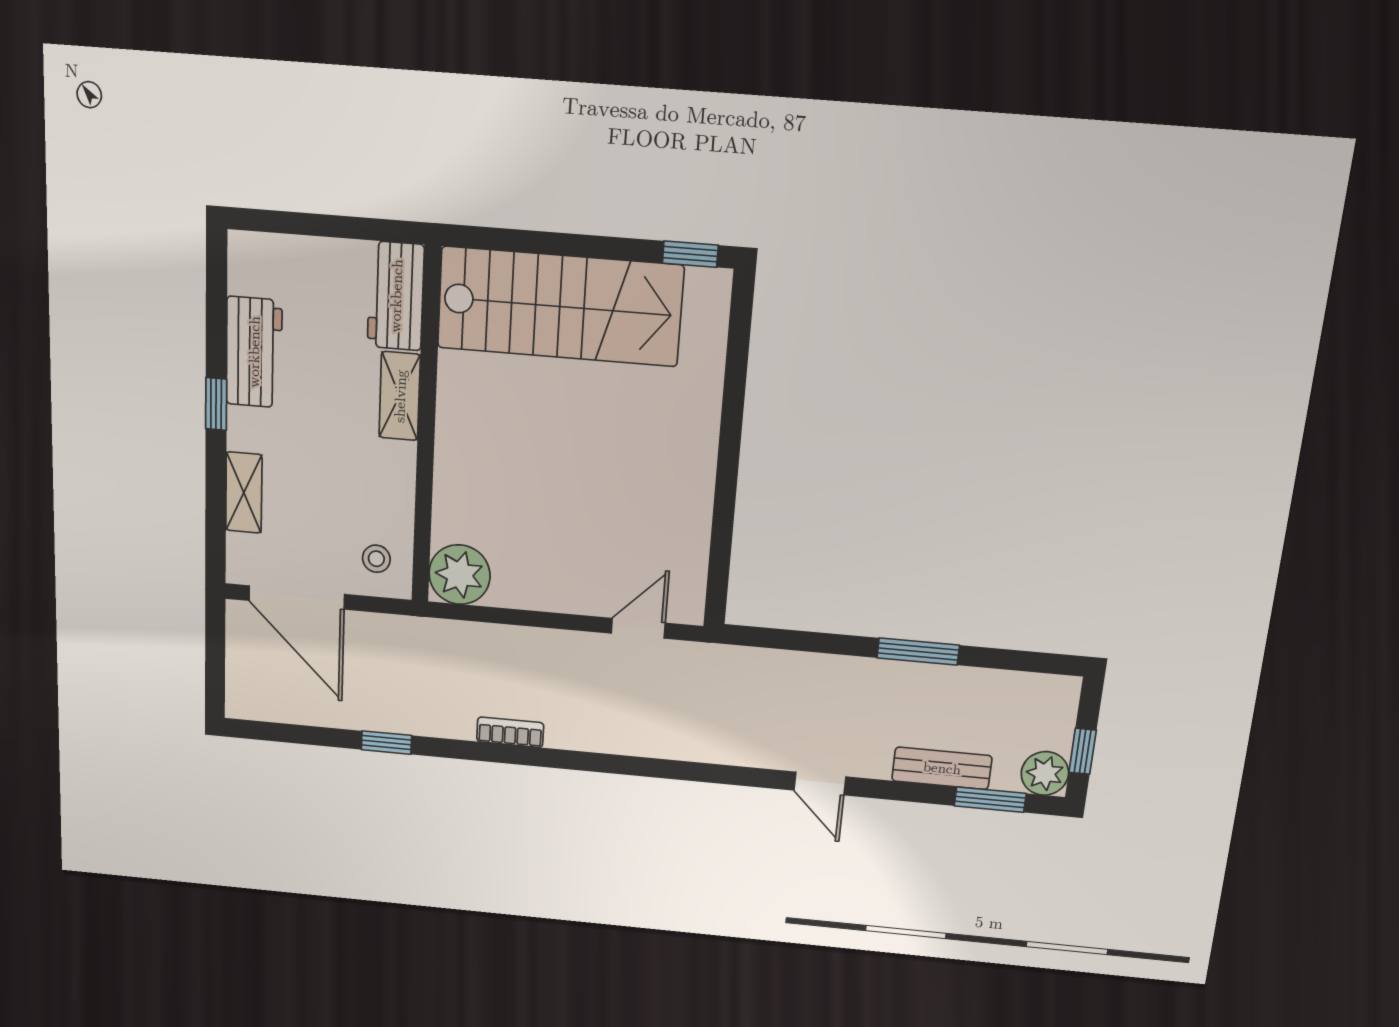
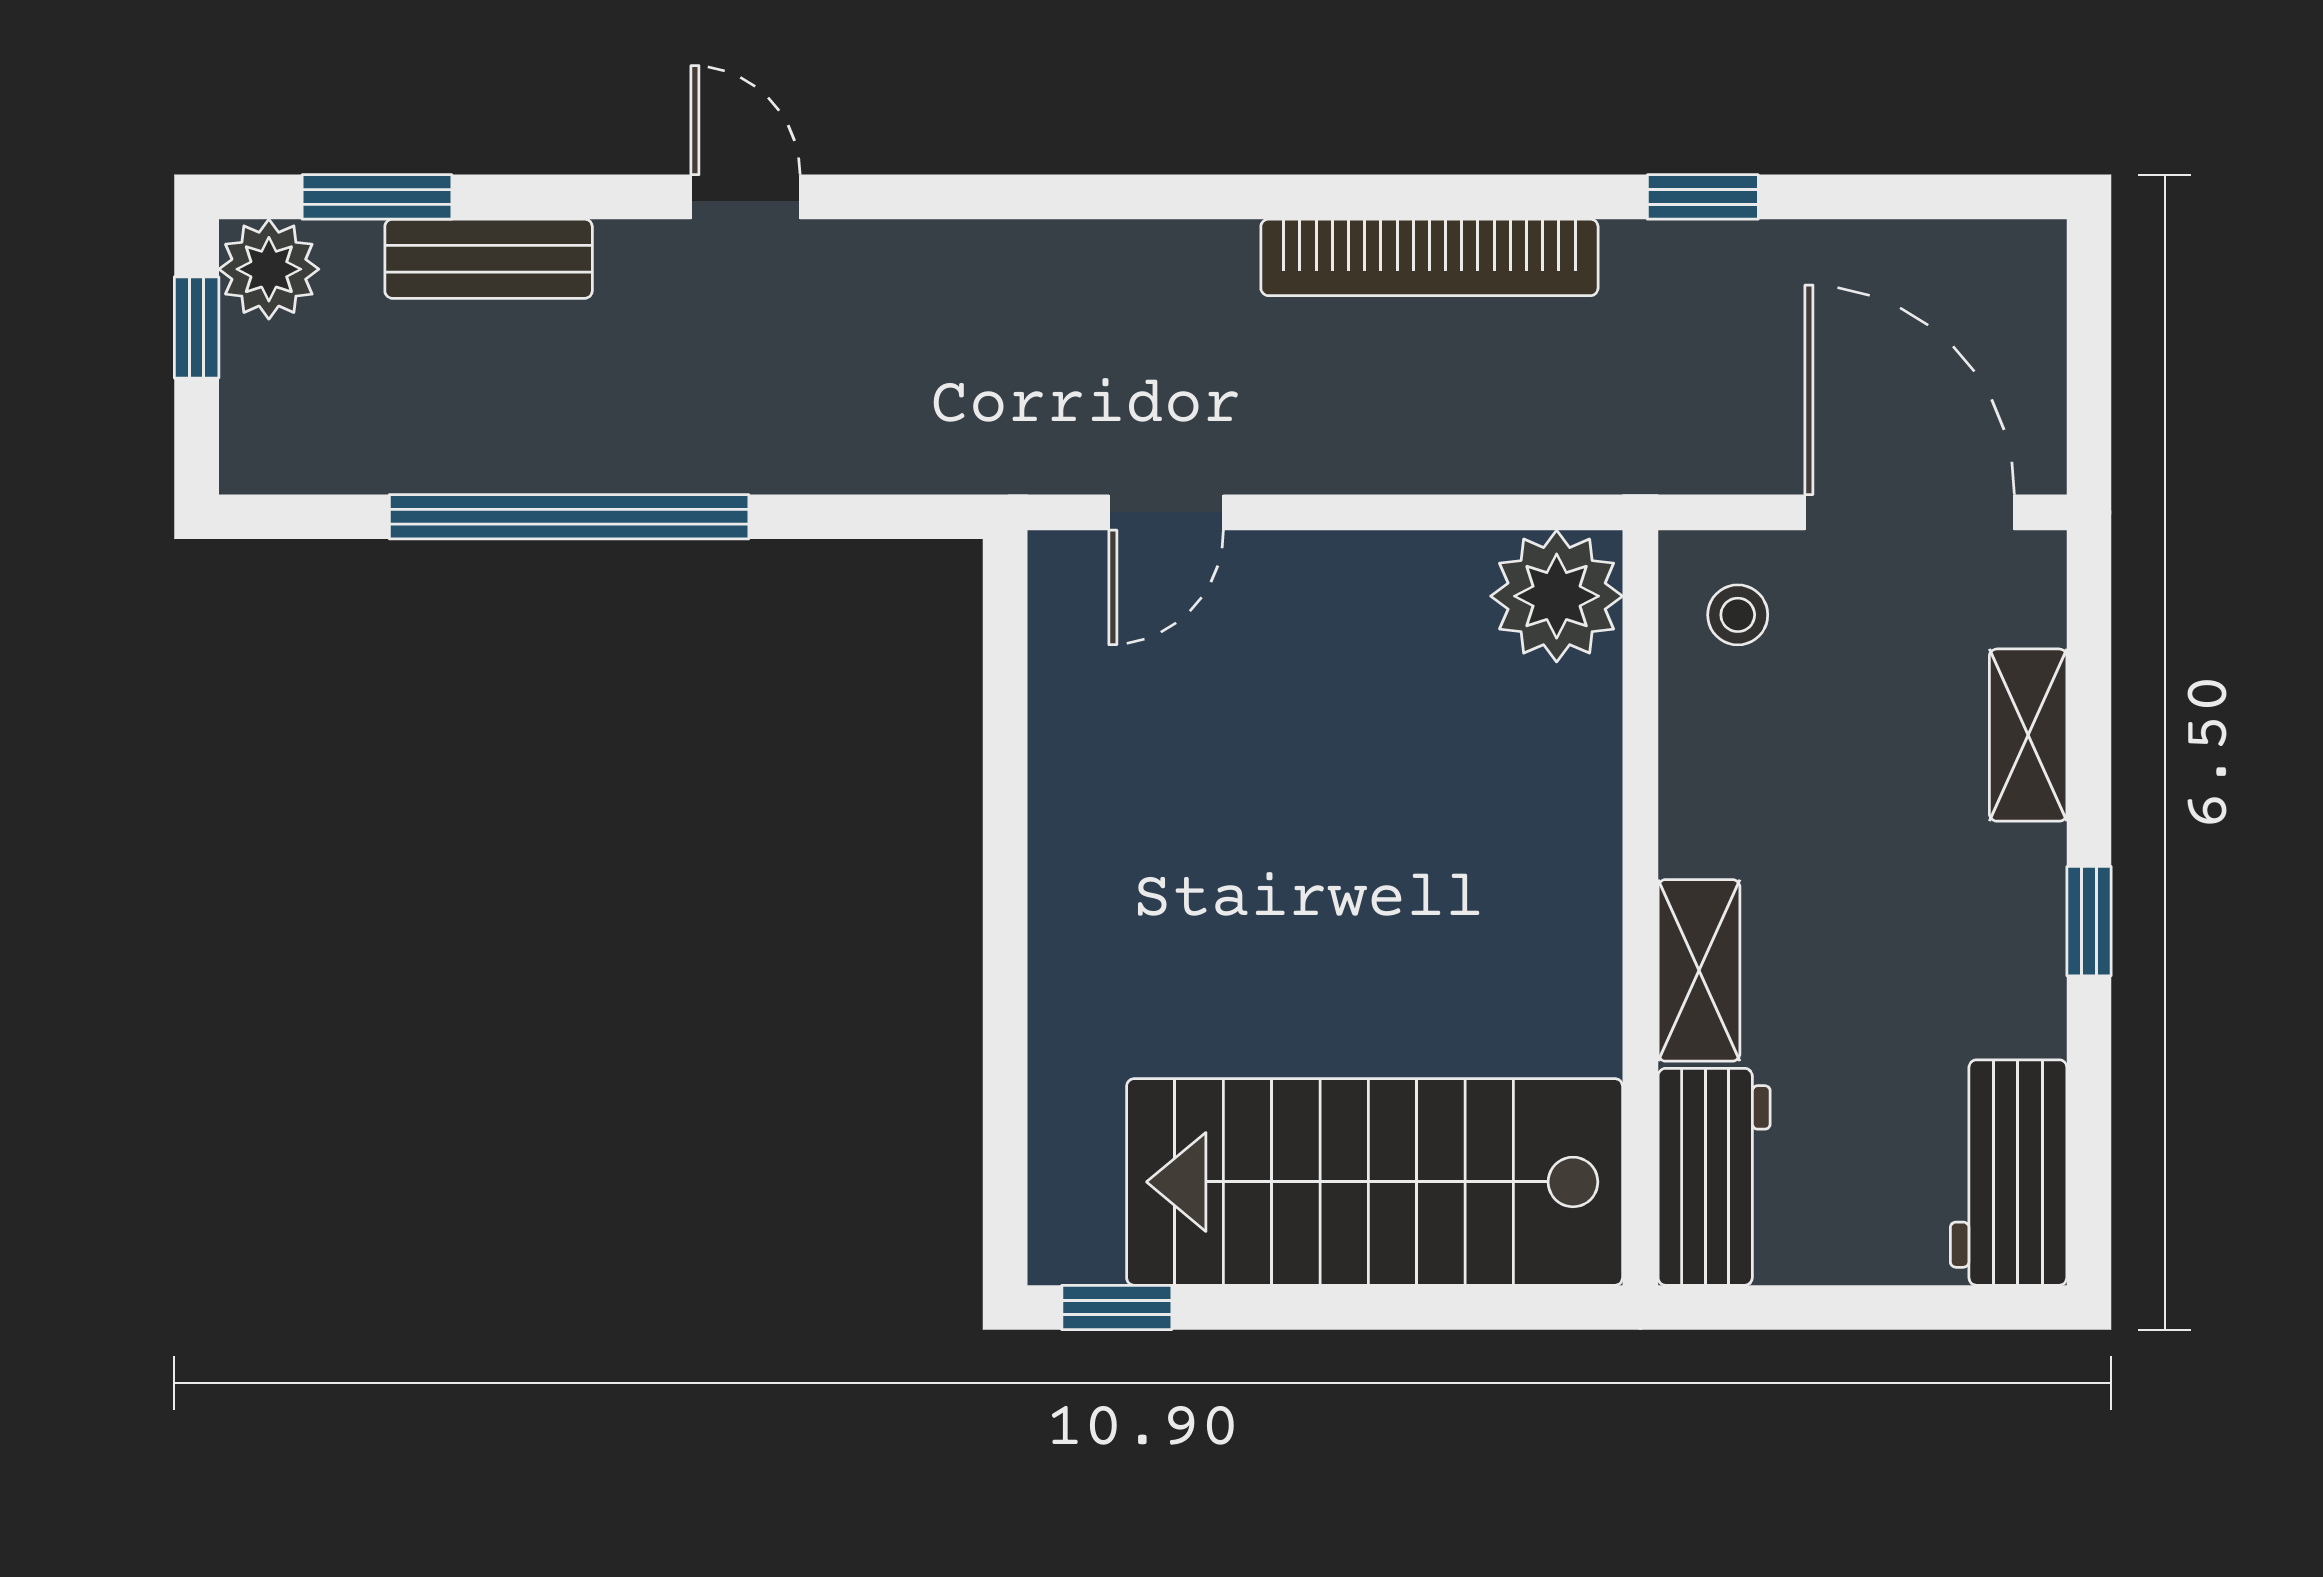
workbench: (254, 352) -> (2009, 1173), moved
window: (918, 652) -> (569, 517), width x2.11
bookcase: (510, 732) -> (1429, 257), width x2.31, depth x1.31

